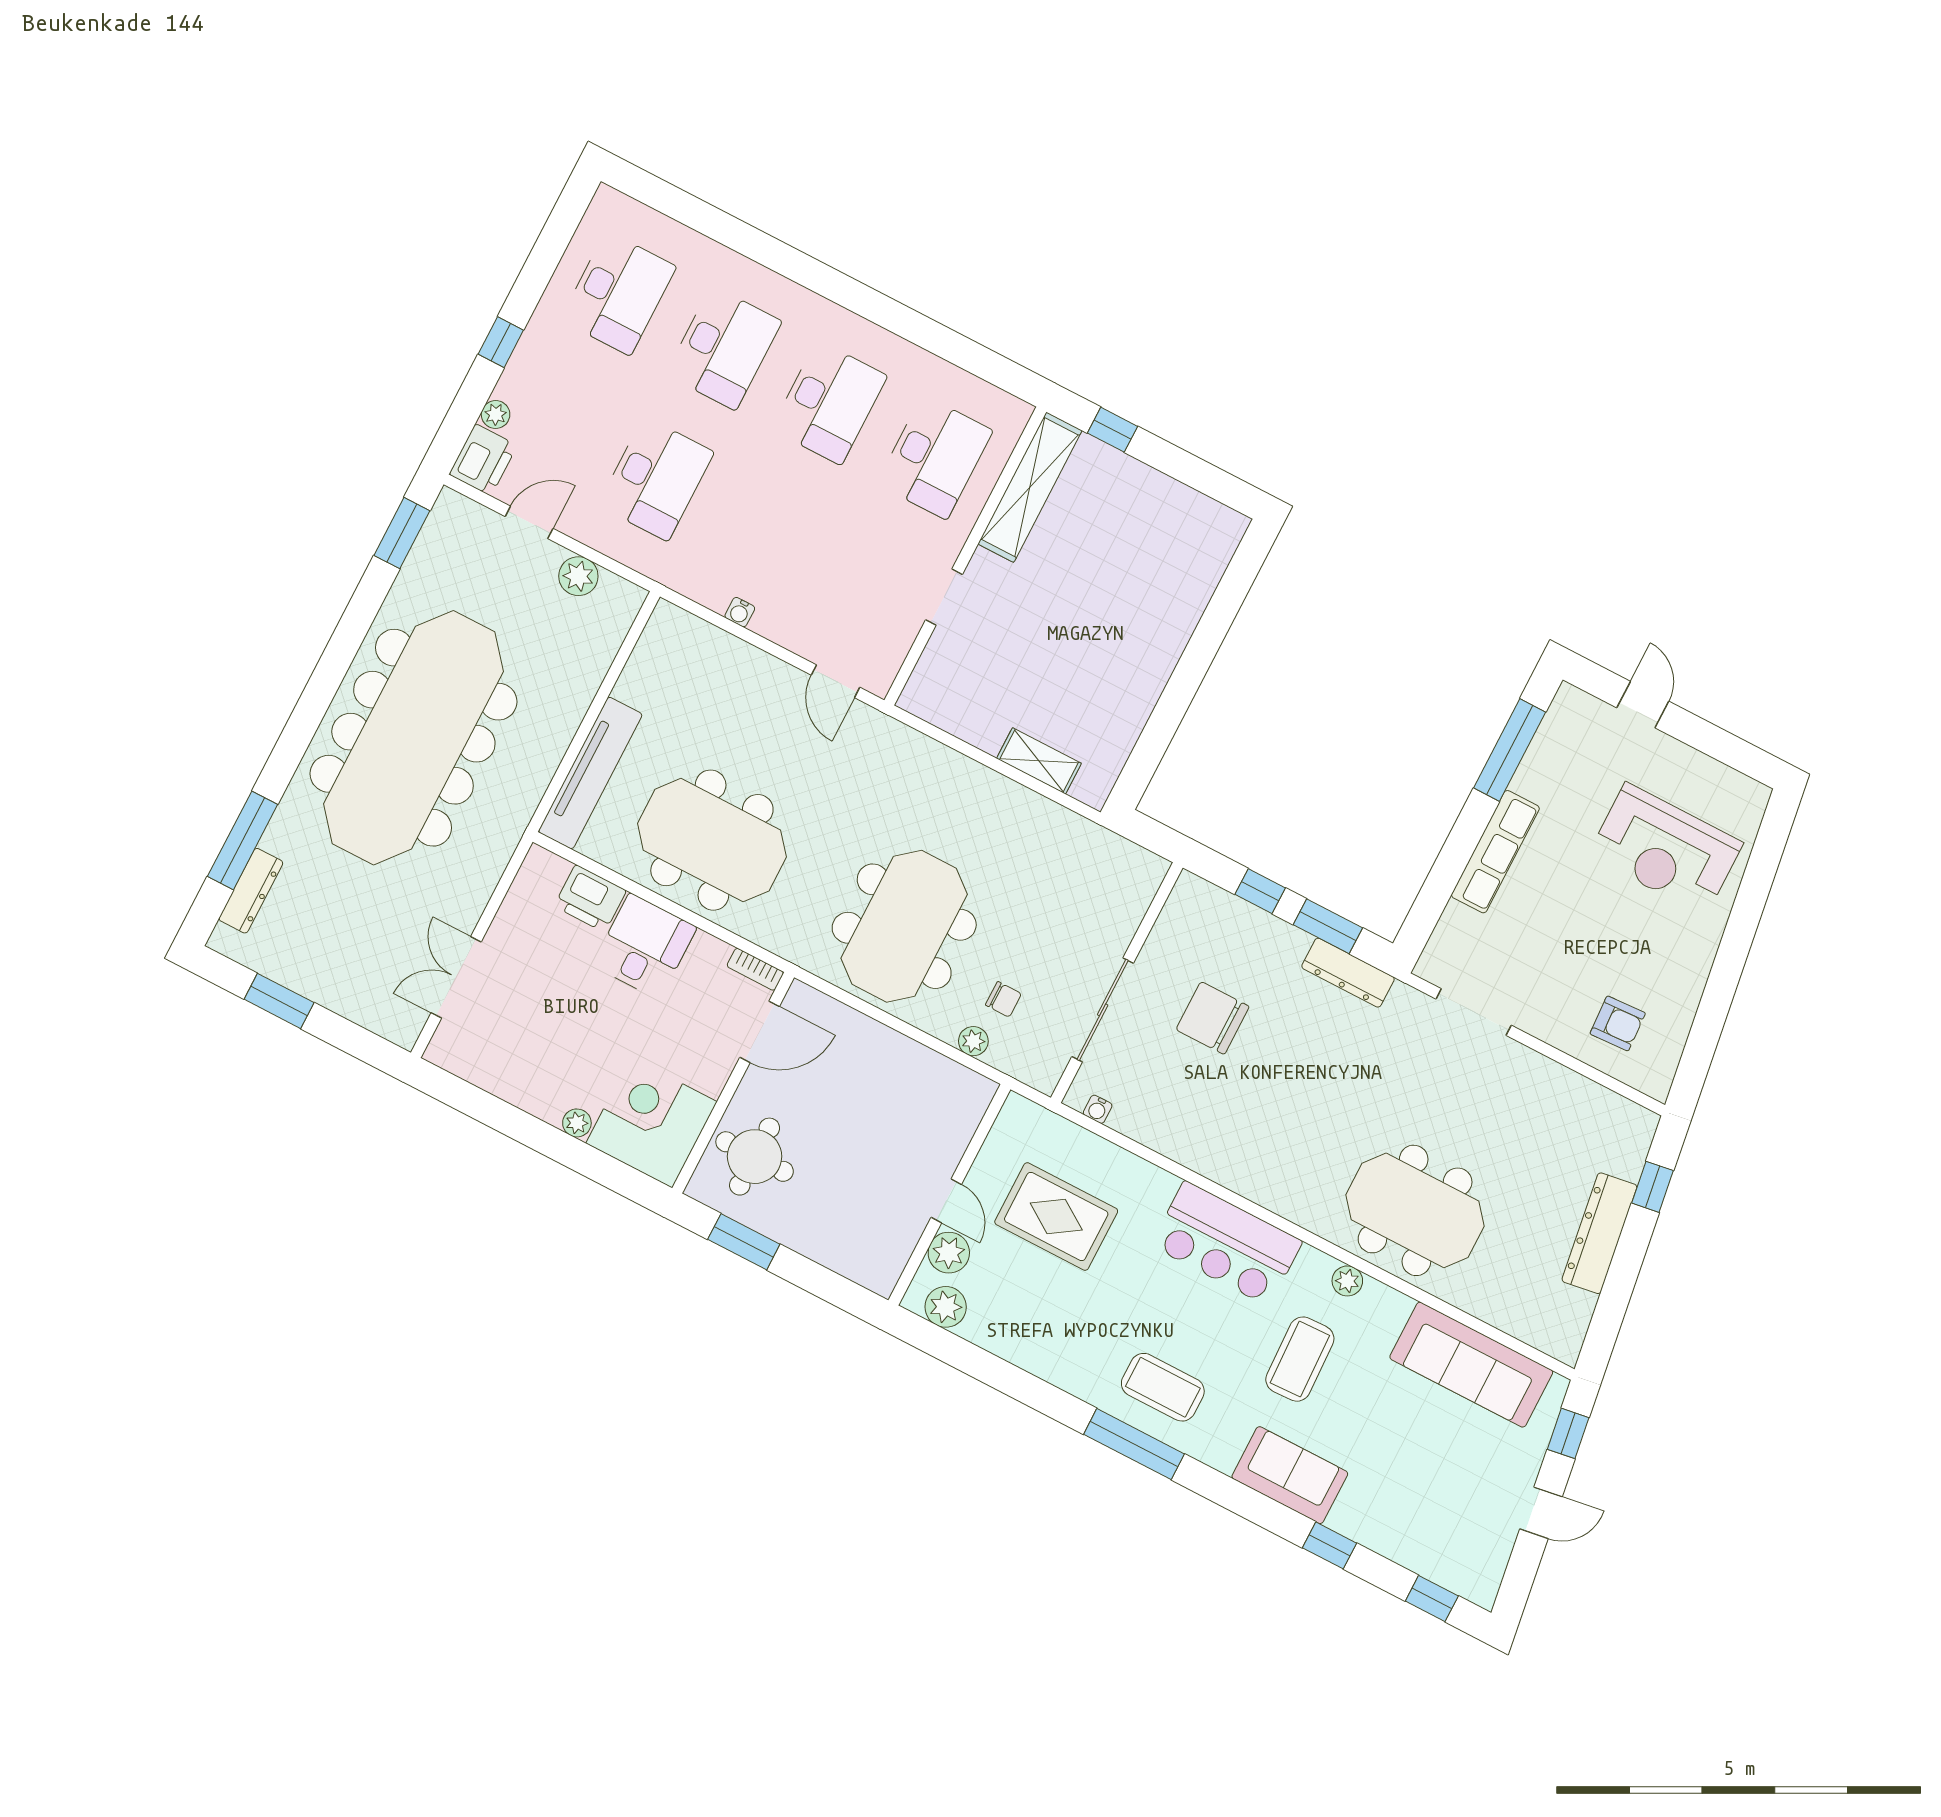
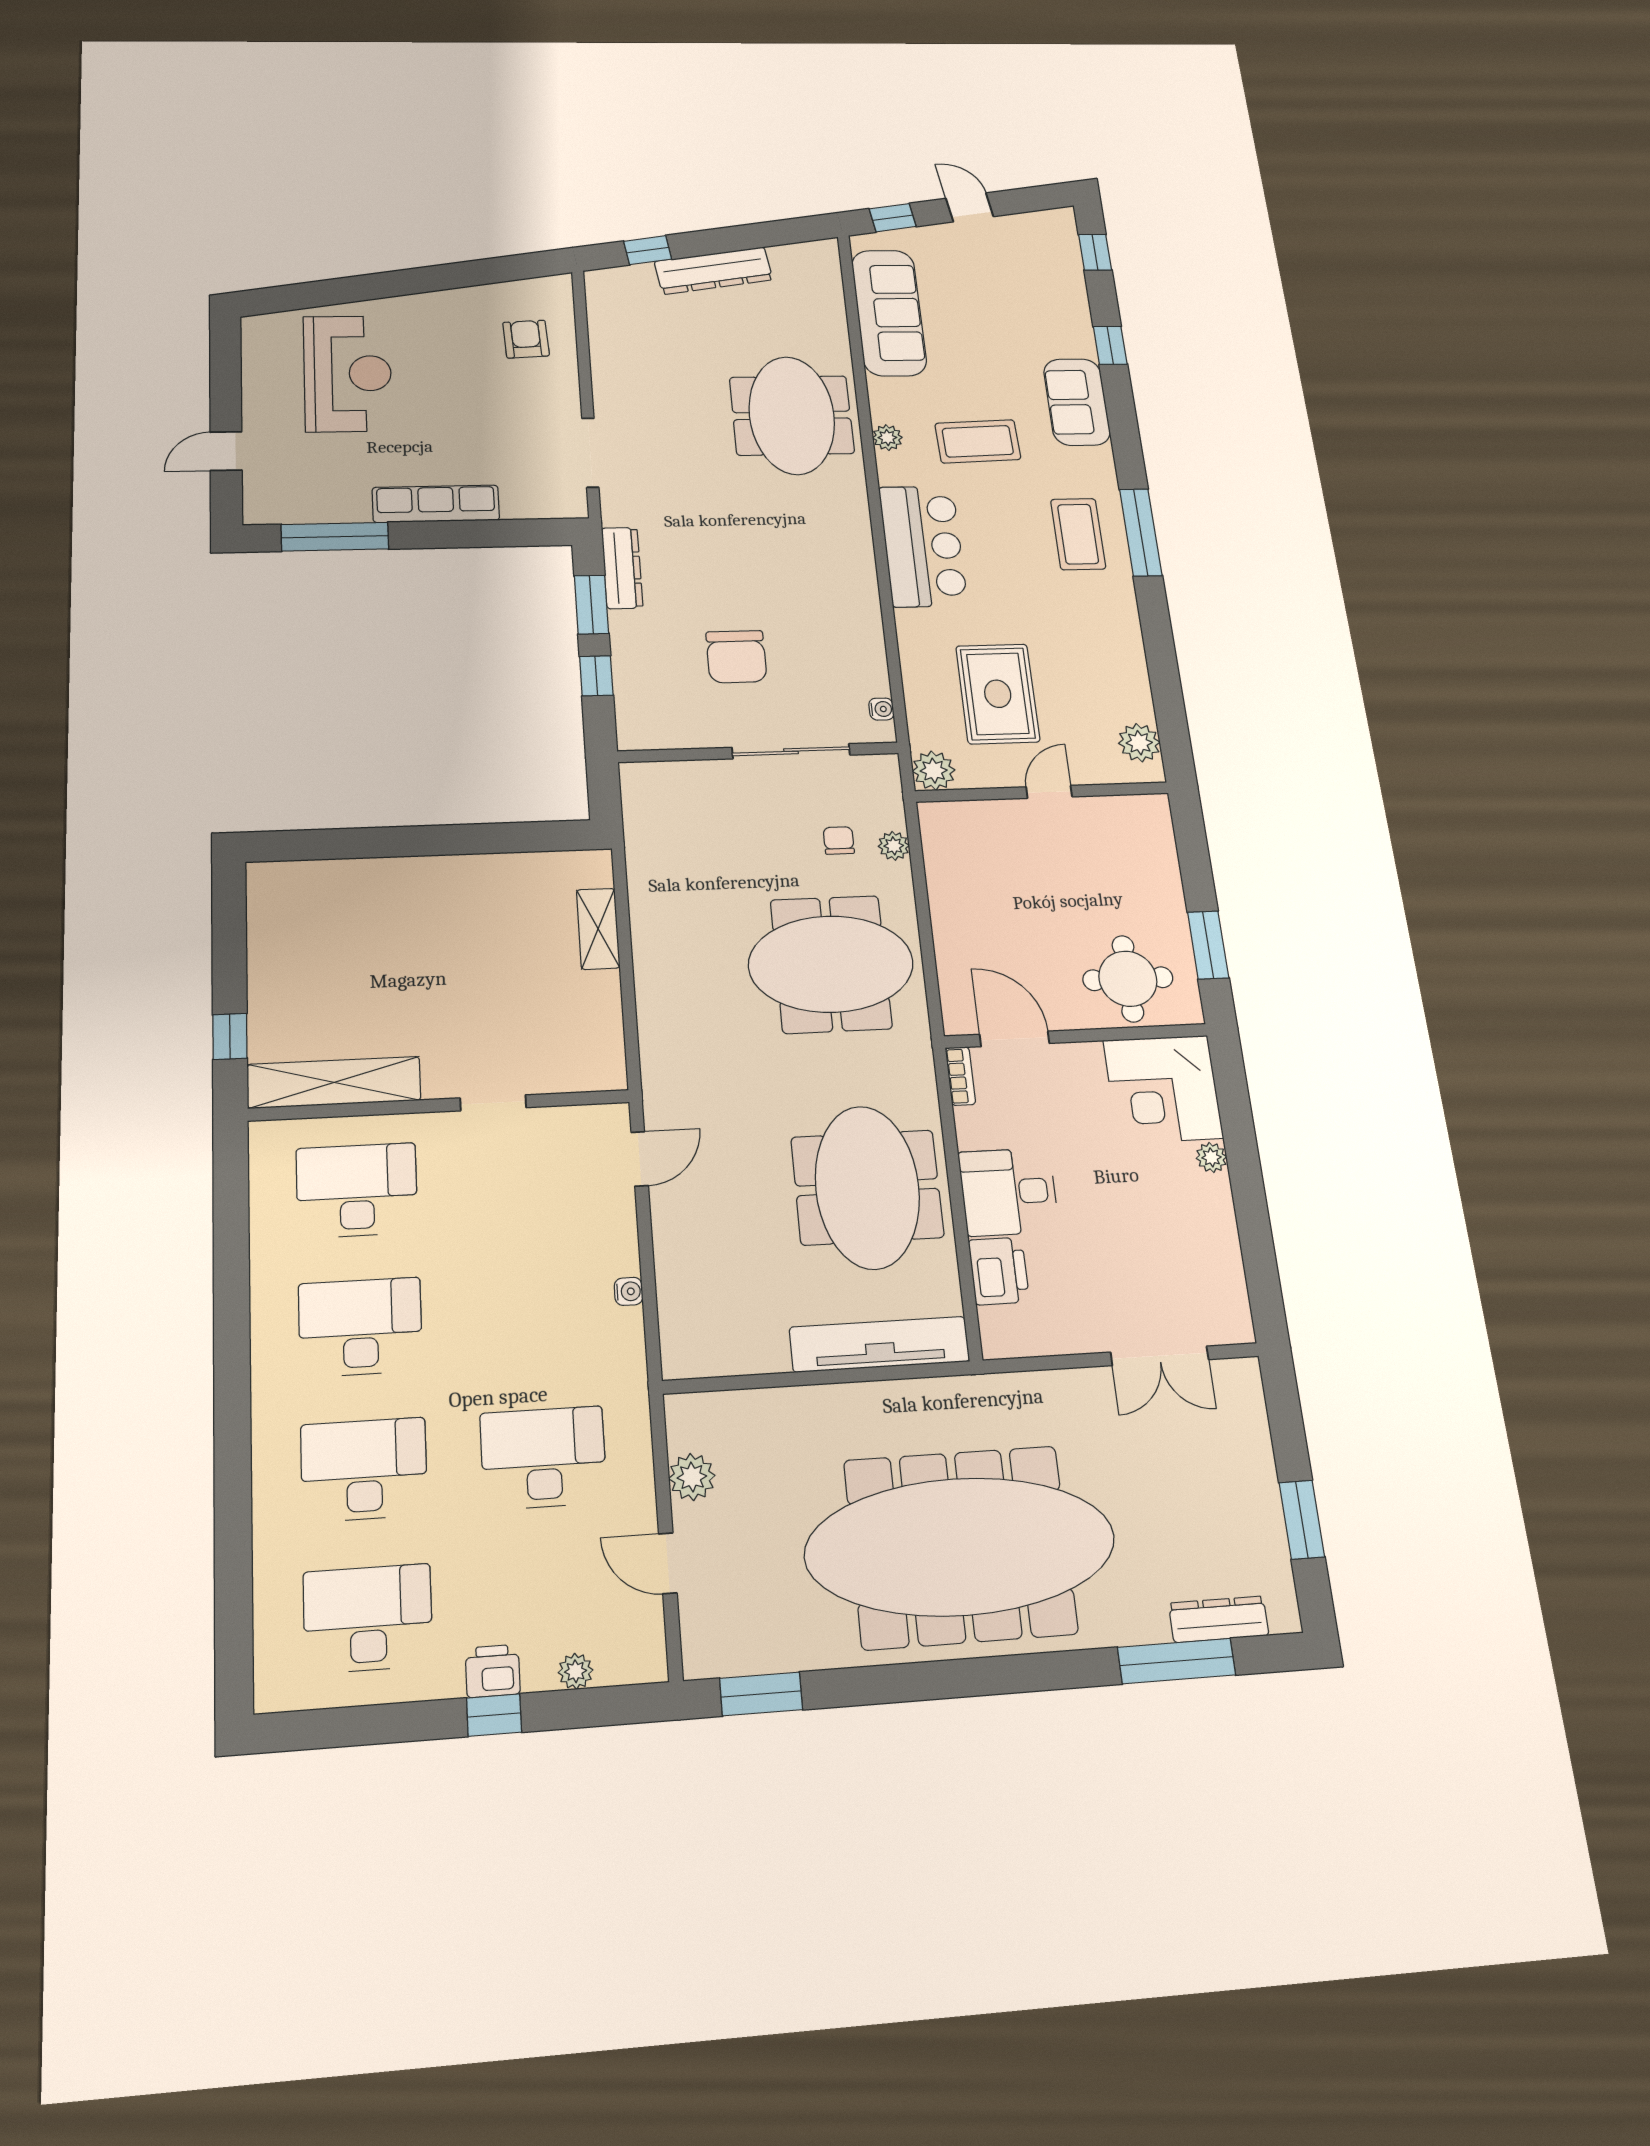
printer: (483, 460) -> (493, 1671), moved, width x0.73, depth x0.81
plant: (949, 1253) -> (934, 771), moved

